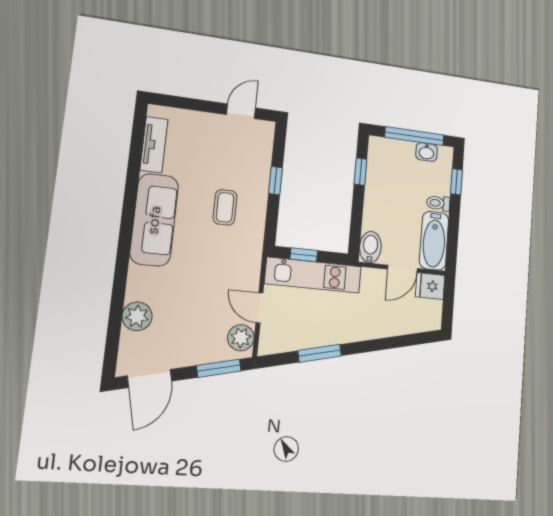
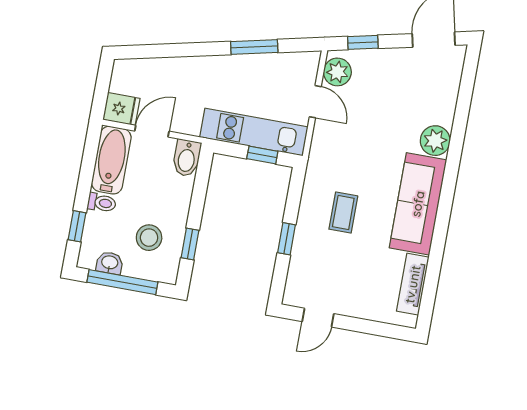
stool: (396, 175) -> (149, 238), added
plant: (137, 316) -> (435, 141), moved
window: (219, 368) -> (363, 42), width x0.67

